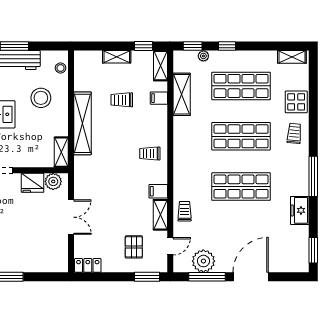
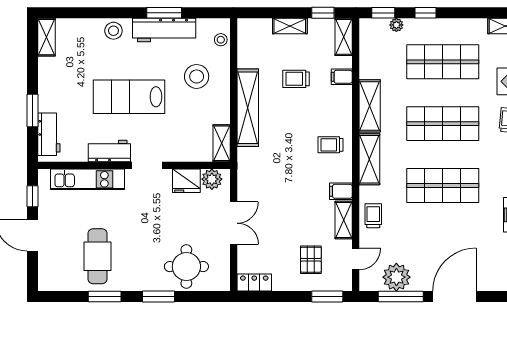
shelving: (182, 94) -> (370, 106), moved
shelving: (181, 165) -> (369, 159), added
round table: (33, 252) -> (186, 267), added

